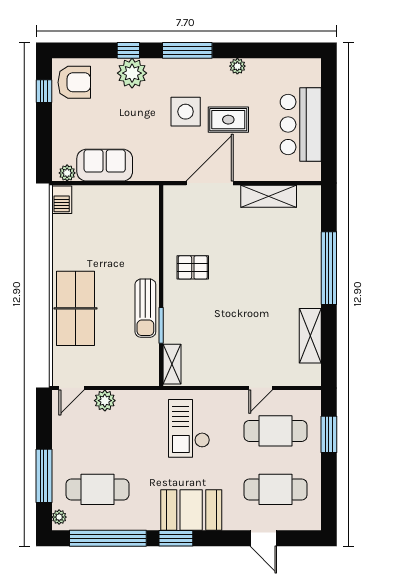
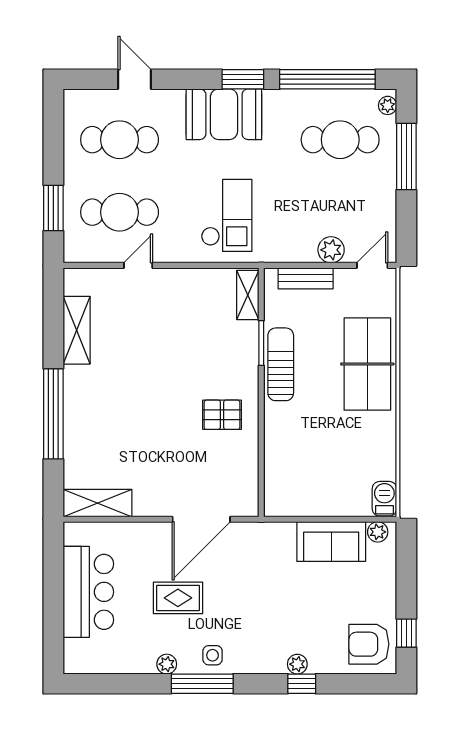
window: (187, 50) -> (202, 684), moved
plant: (132, 73) -> (297, 664), width x0.53, depth x0.53
side table: (186, 112) -> (213, 655), moved, width x0.54, depth x0.54
shelving: (269, 196) -> (97, 503), moved
bench: (125, 378) -> (306, 278), added

